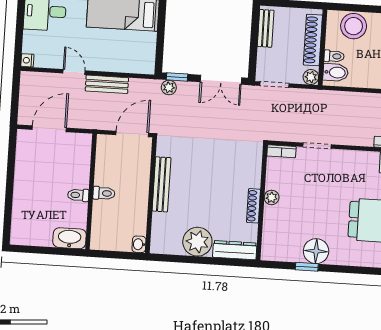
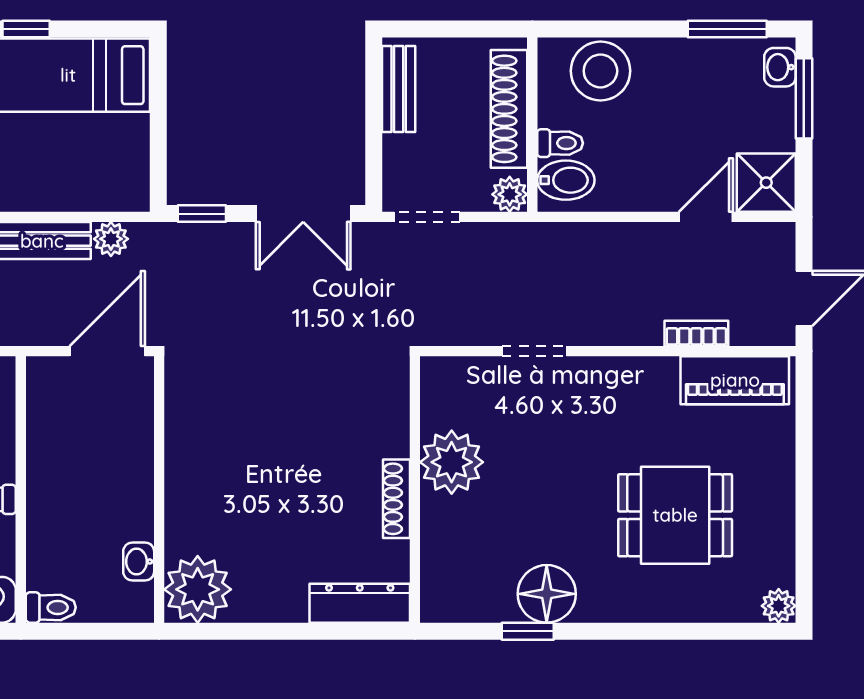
plant: (169, 88) -> (111, 239), moved
bookcase: (281, 151) -> (453, 369), removed
bench: (161, 184) -> (182, 463), removed
toilet: (104, 193) -> (51, 607), moved
plant: (272, 197) -> (452, 462), width x1.87, depth x1.87
plant: (197, 242) -> (198, 589), moved
washbasin: (139, 244) -> (139, 562), moved

